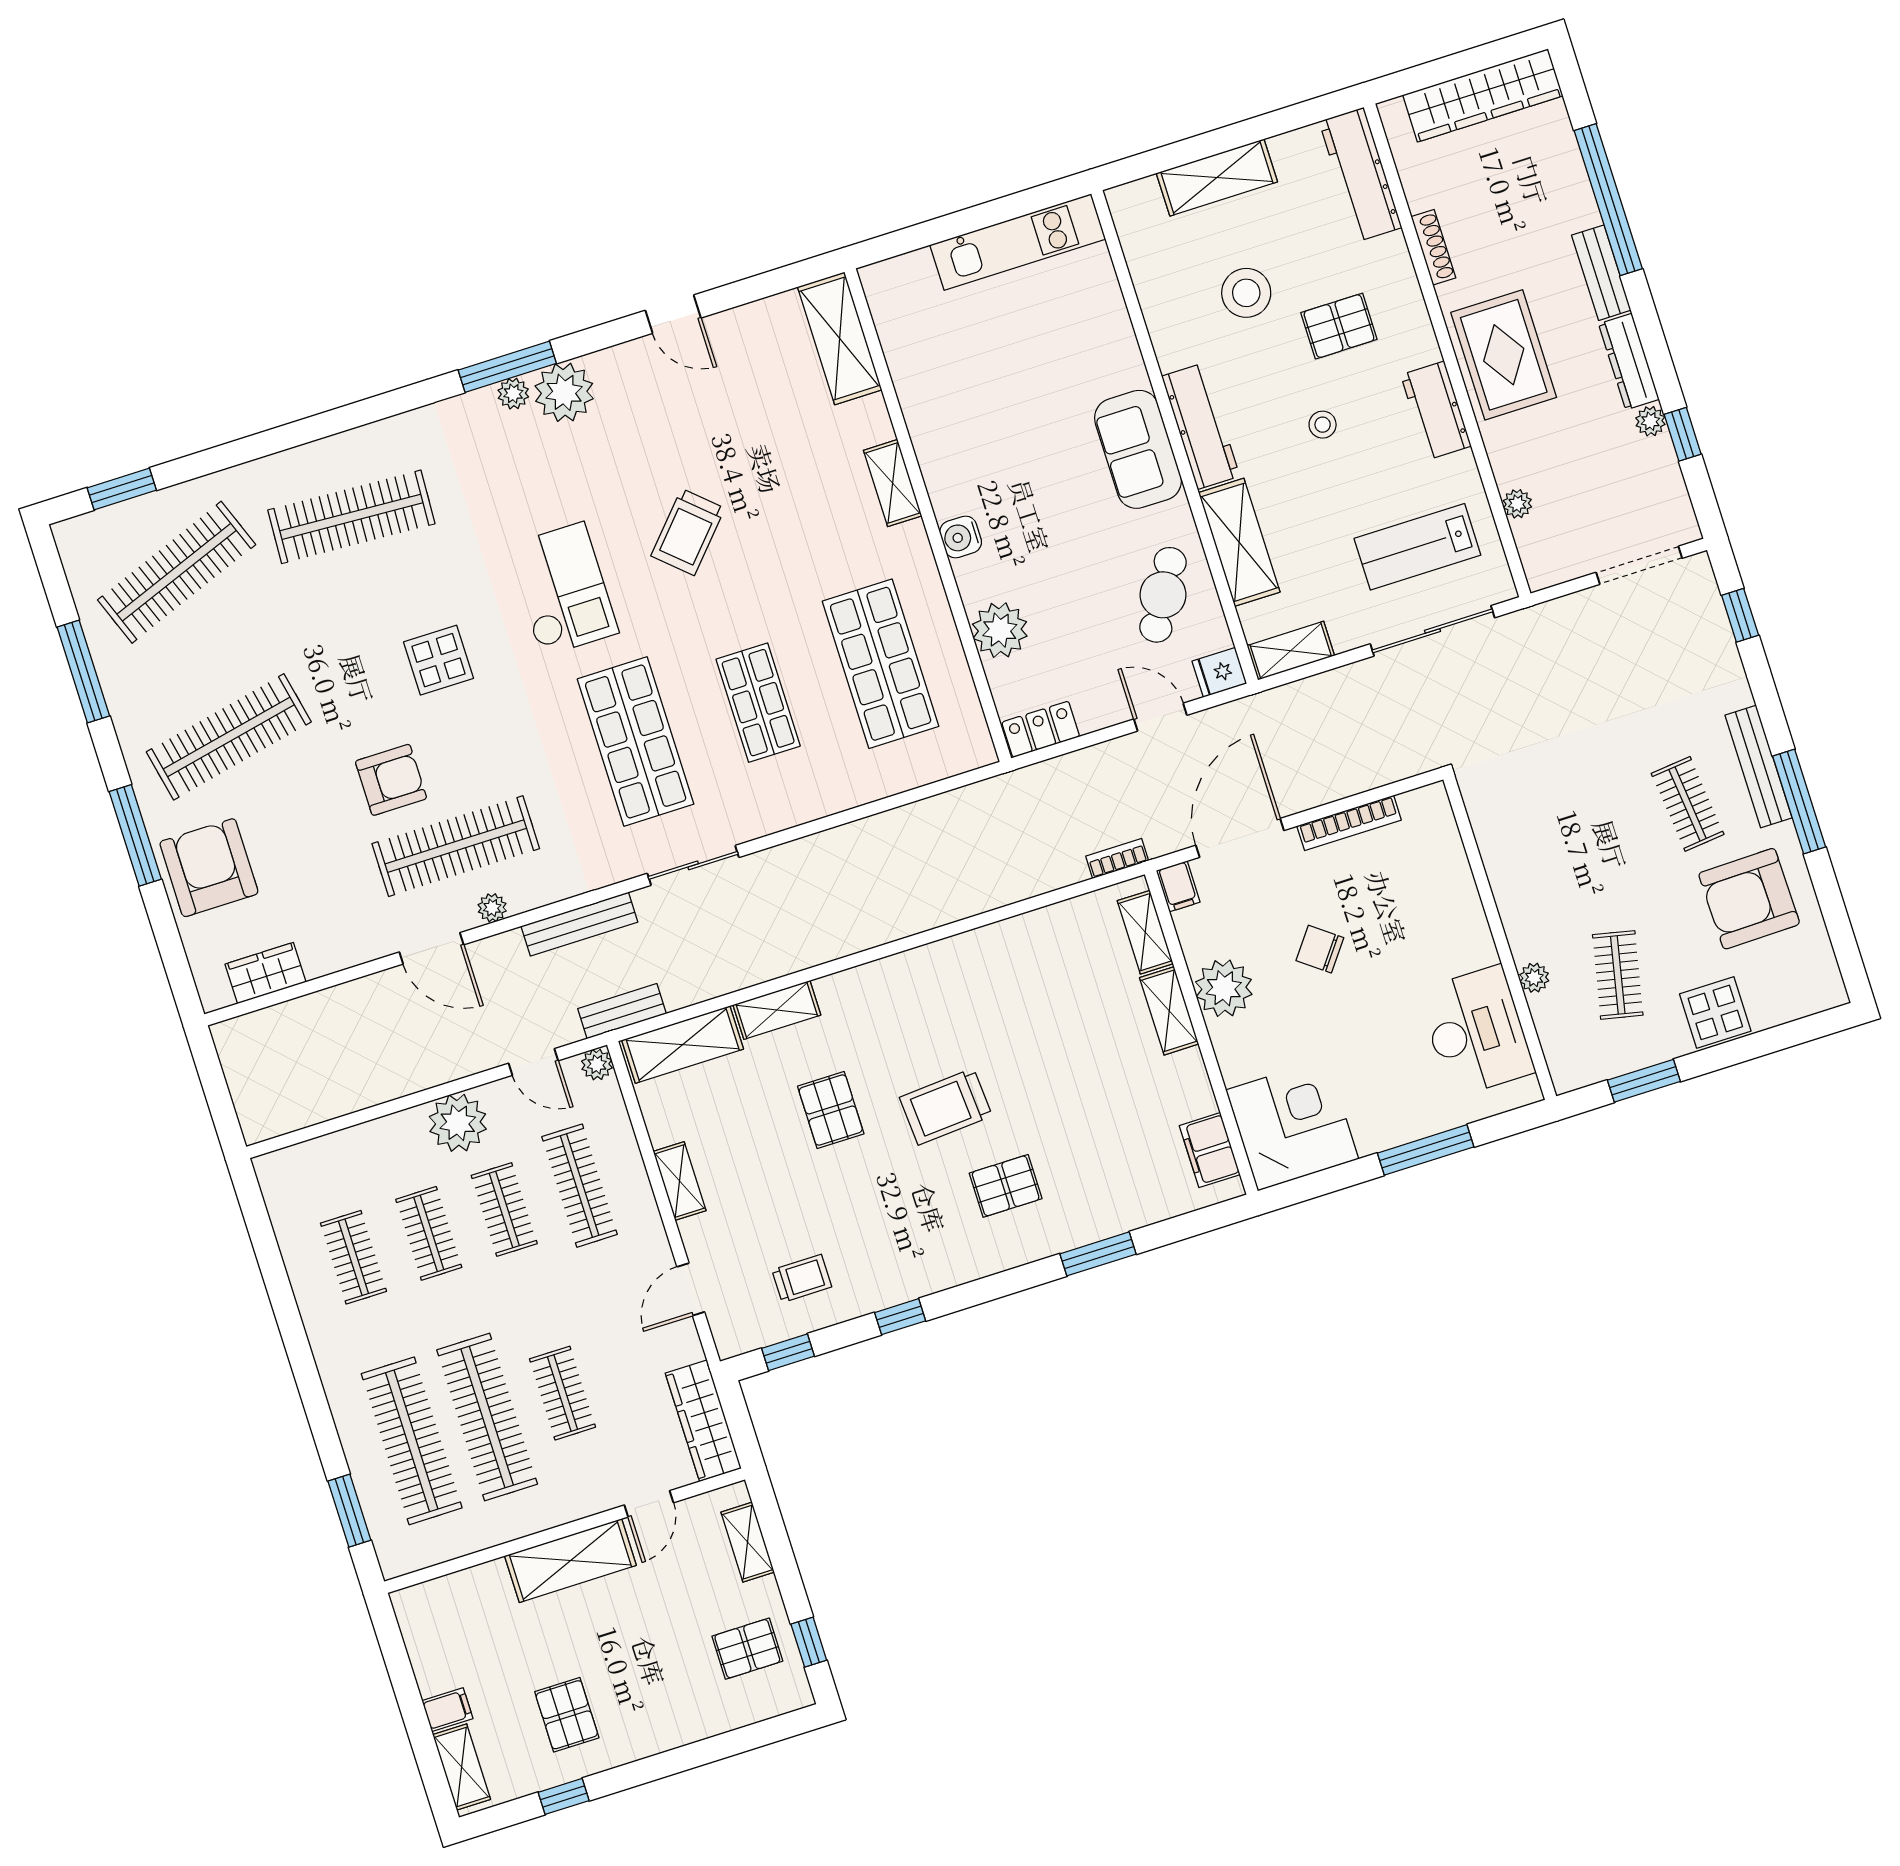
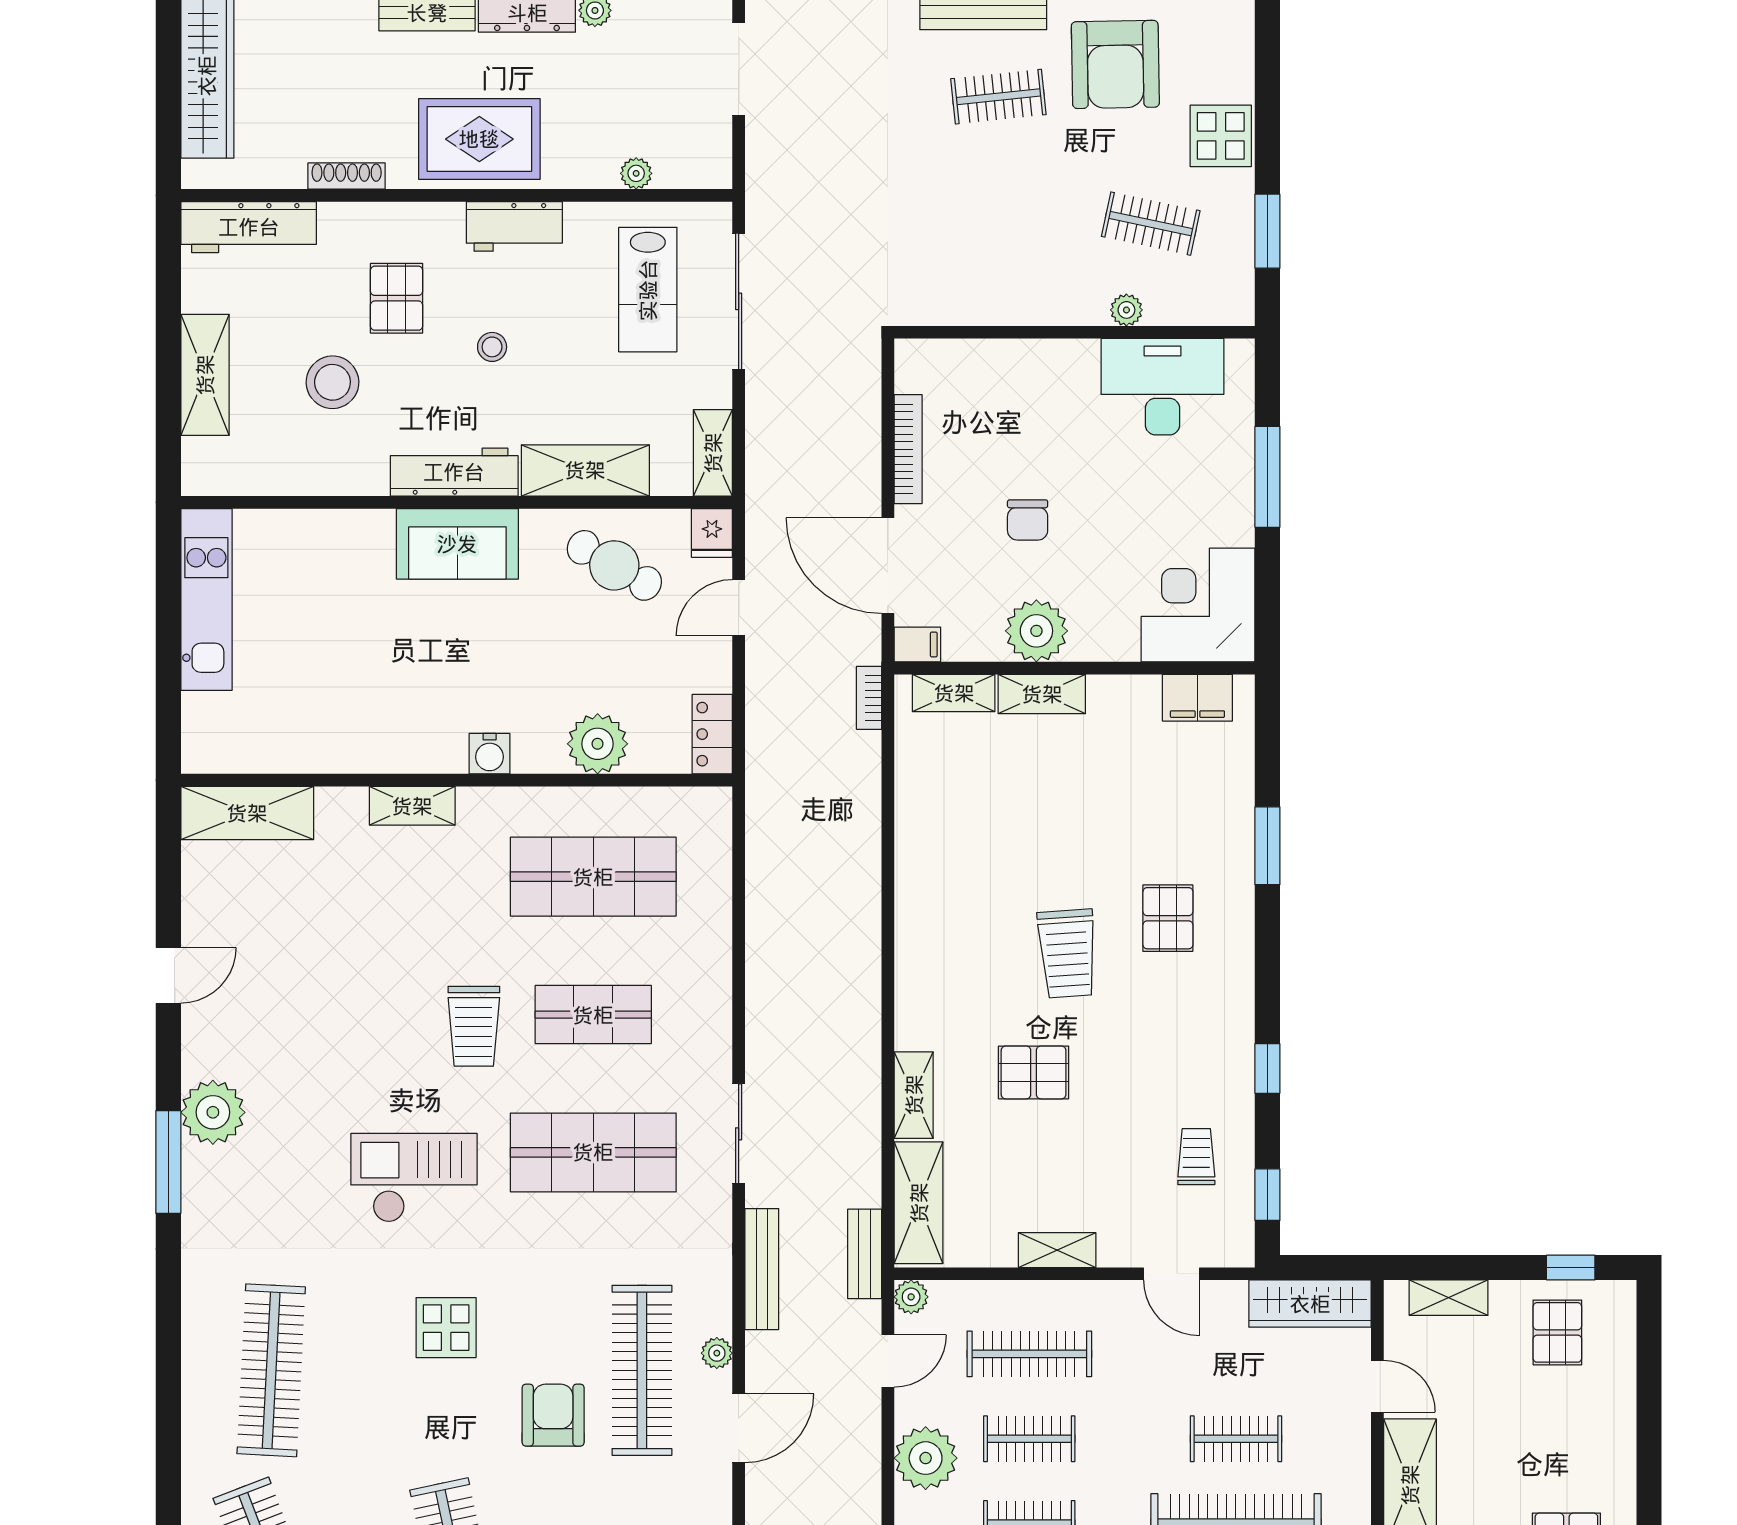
plant: (513, 394) -> (198, 1165), removed
trolley: (688, 532) -> (474, 1026), moved, turned 48
chair: (1320, 949) -> (1028, 520), turned -37

